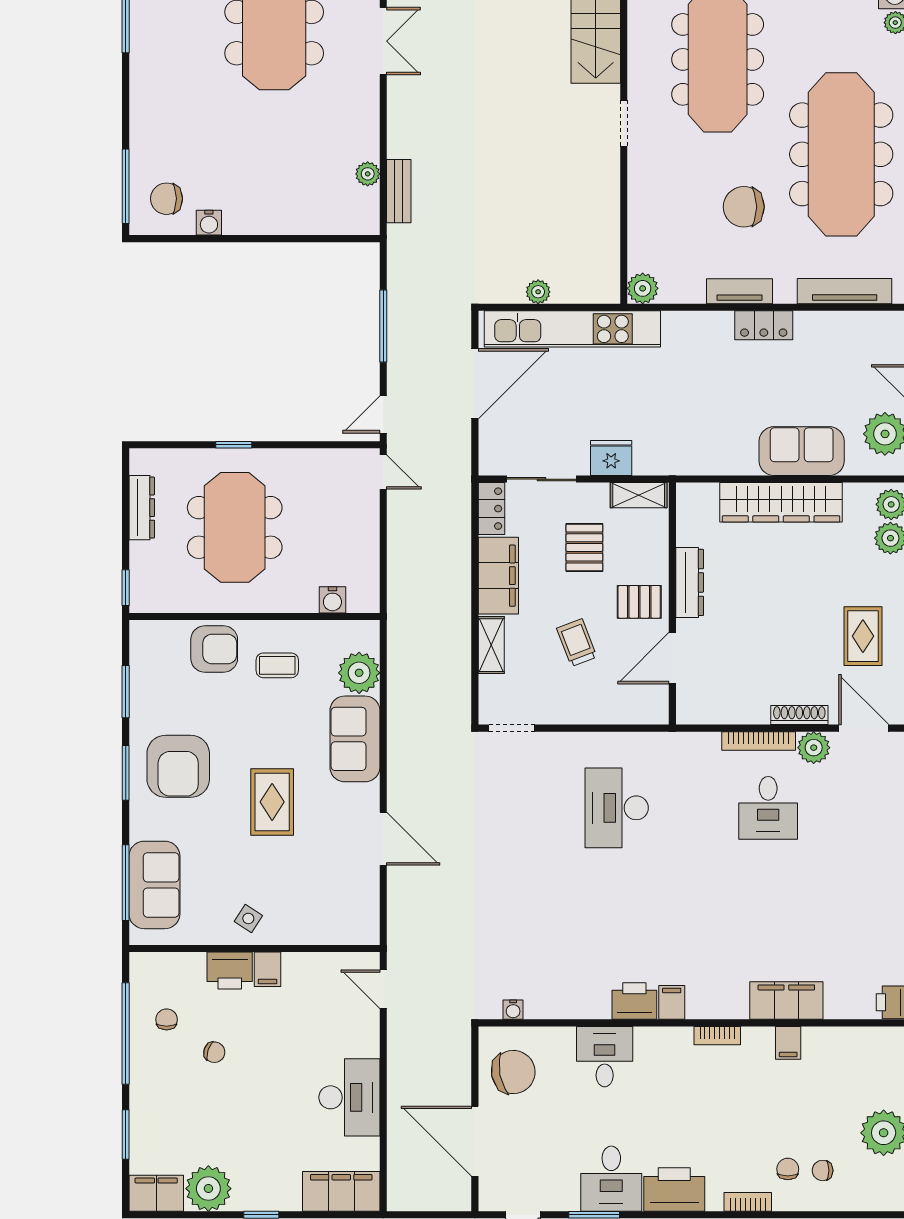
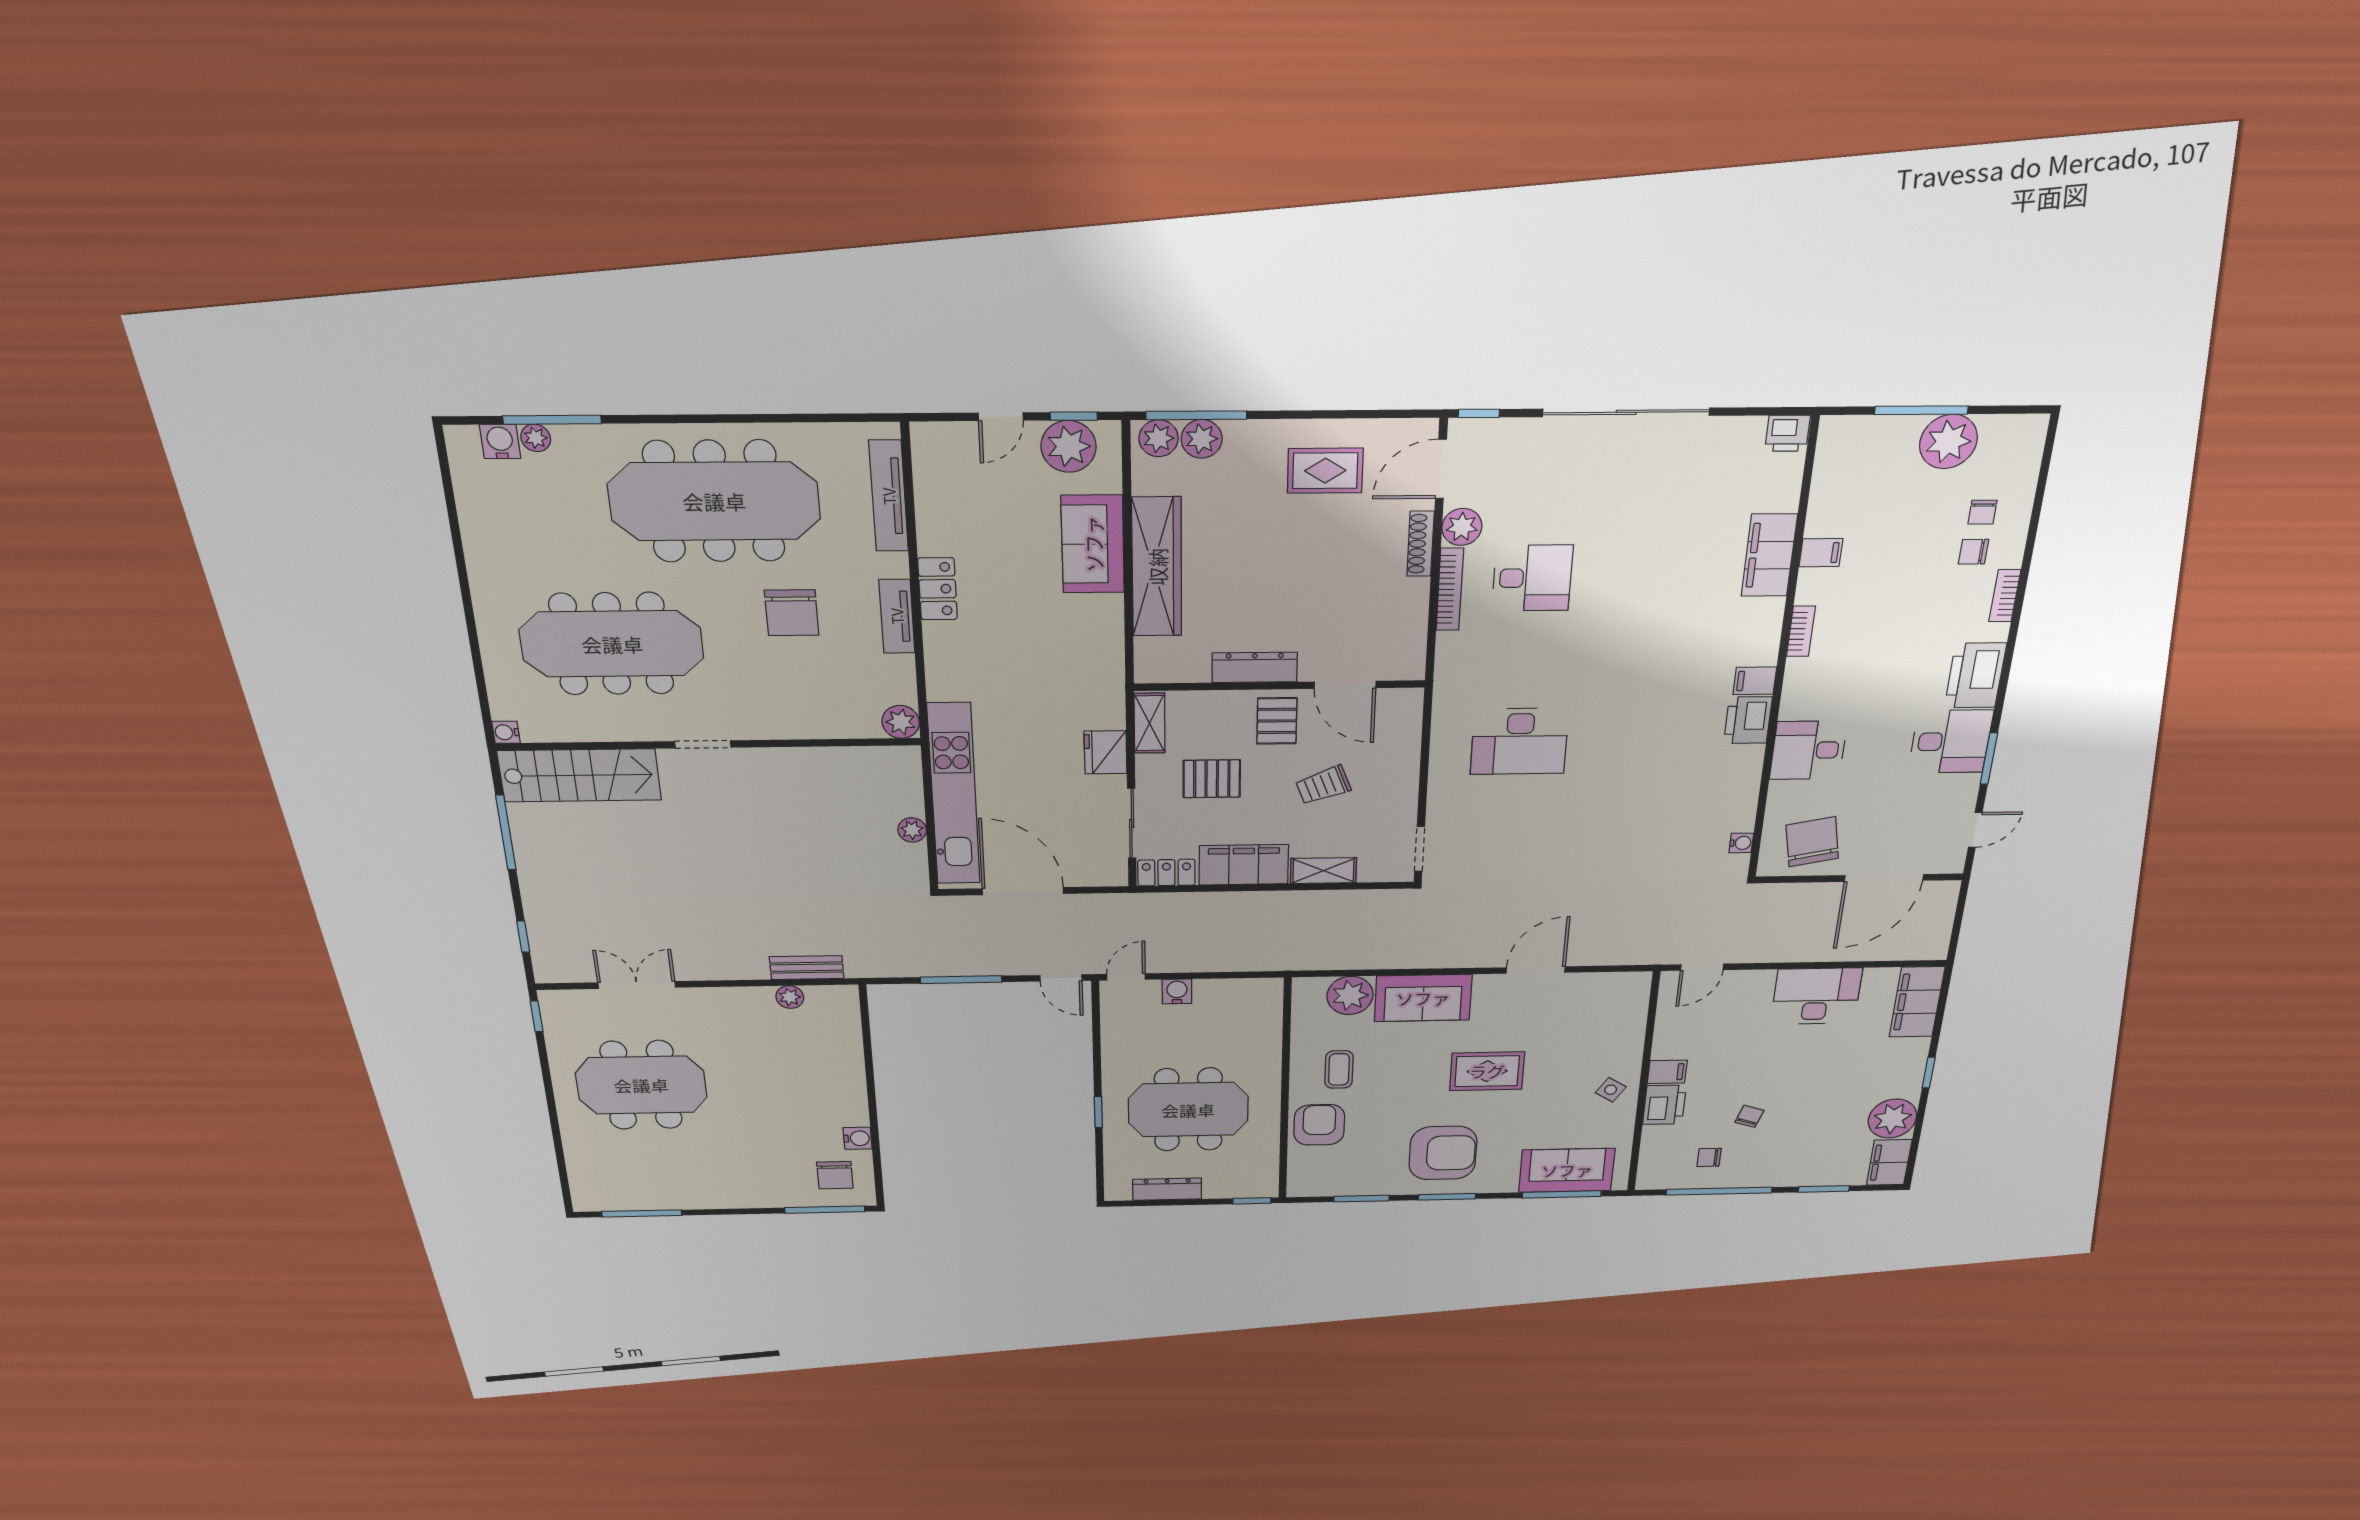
water cooler: (332, 600) -> (1177, 991), moved, turned -90

